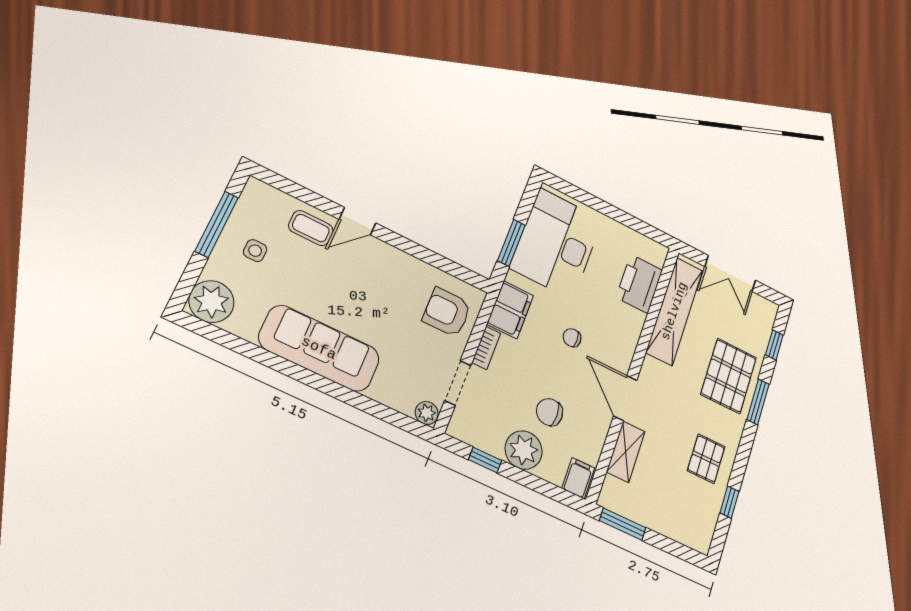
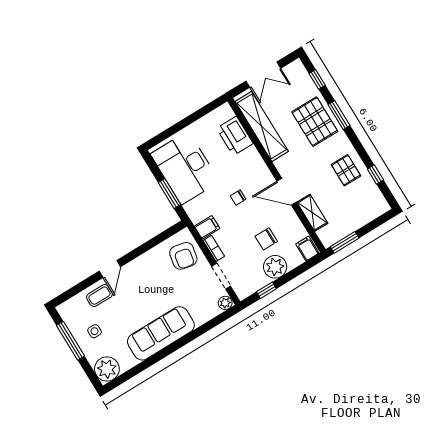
filing cabinet: (510, 310) -> (207, 227), width x0.50
armchair: (447, 312) -> (183, 256), turned -79

